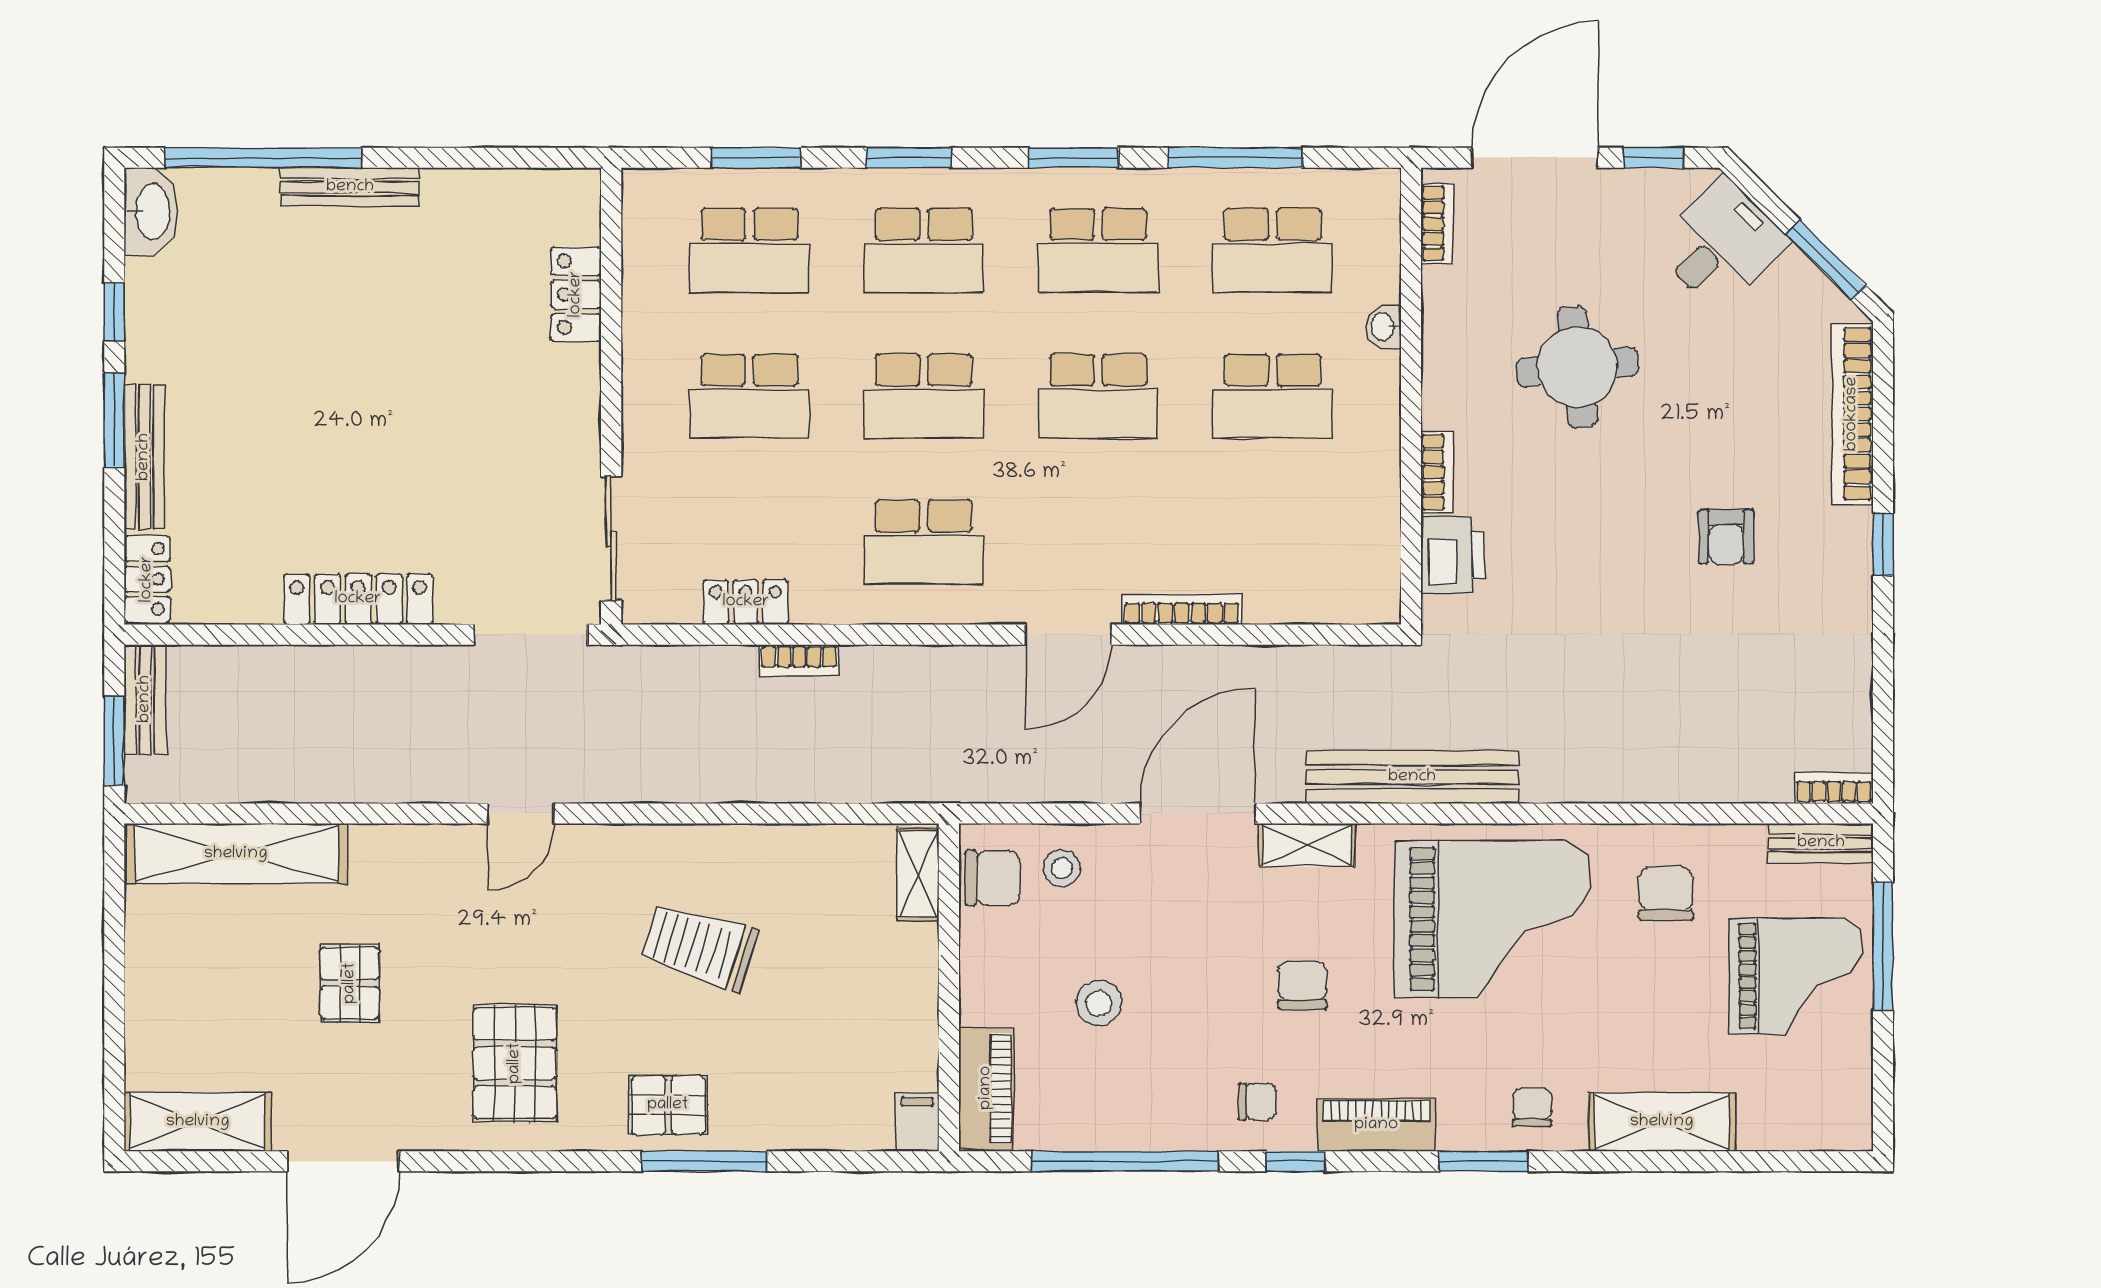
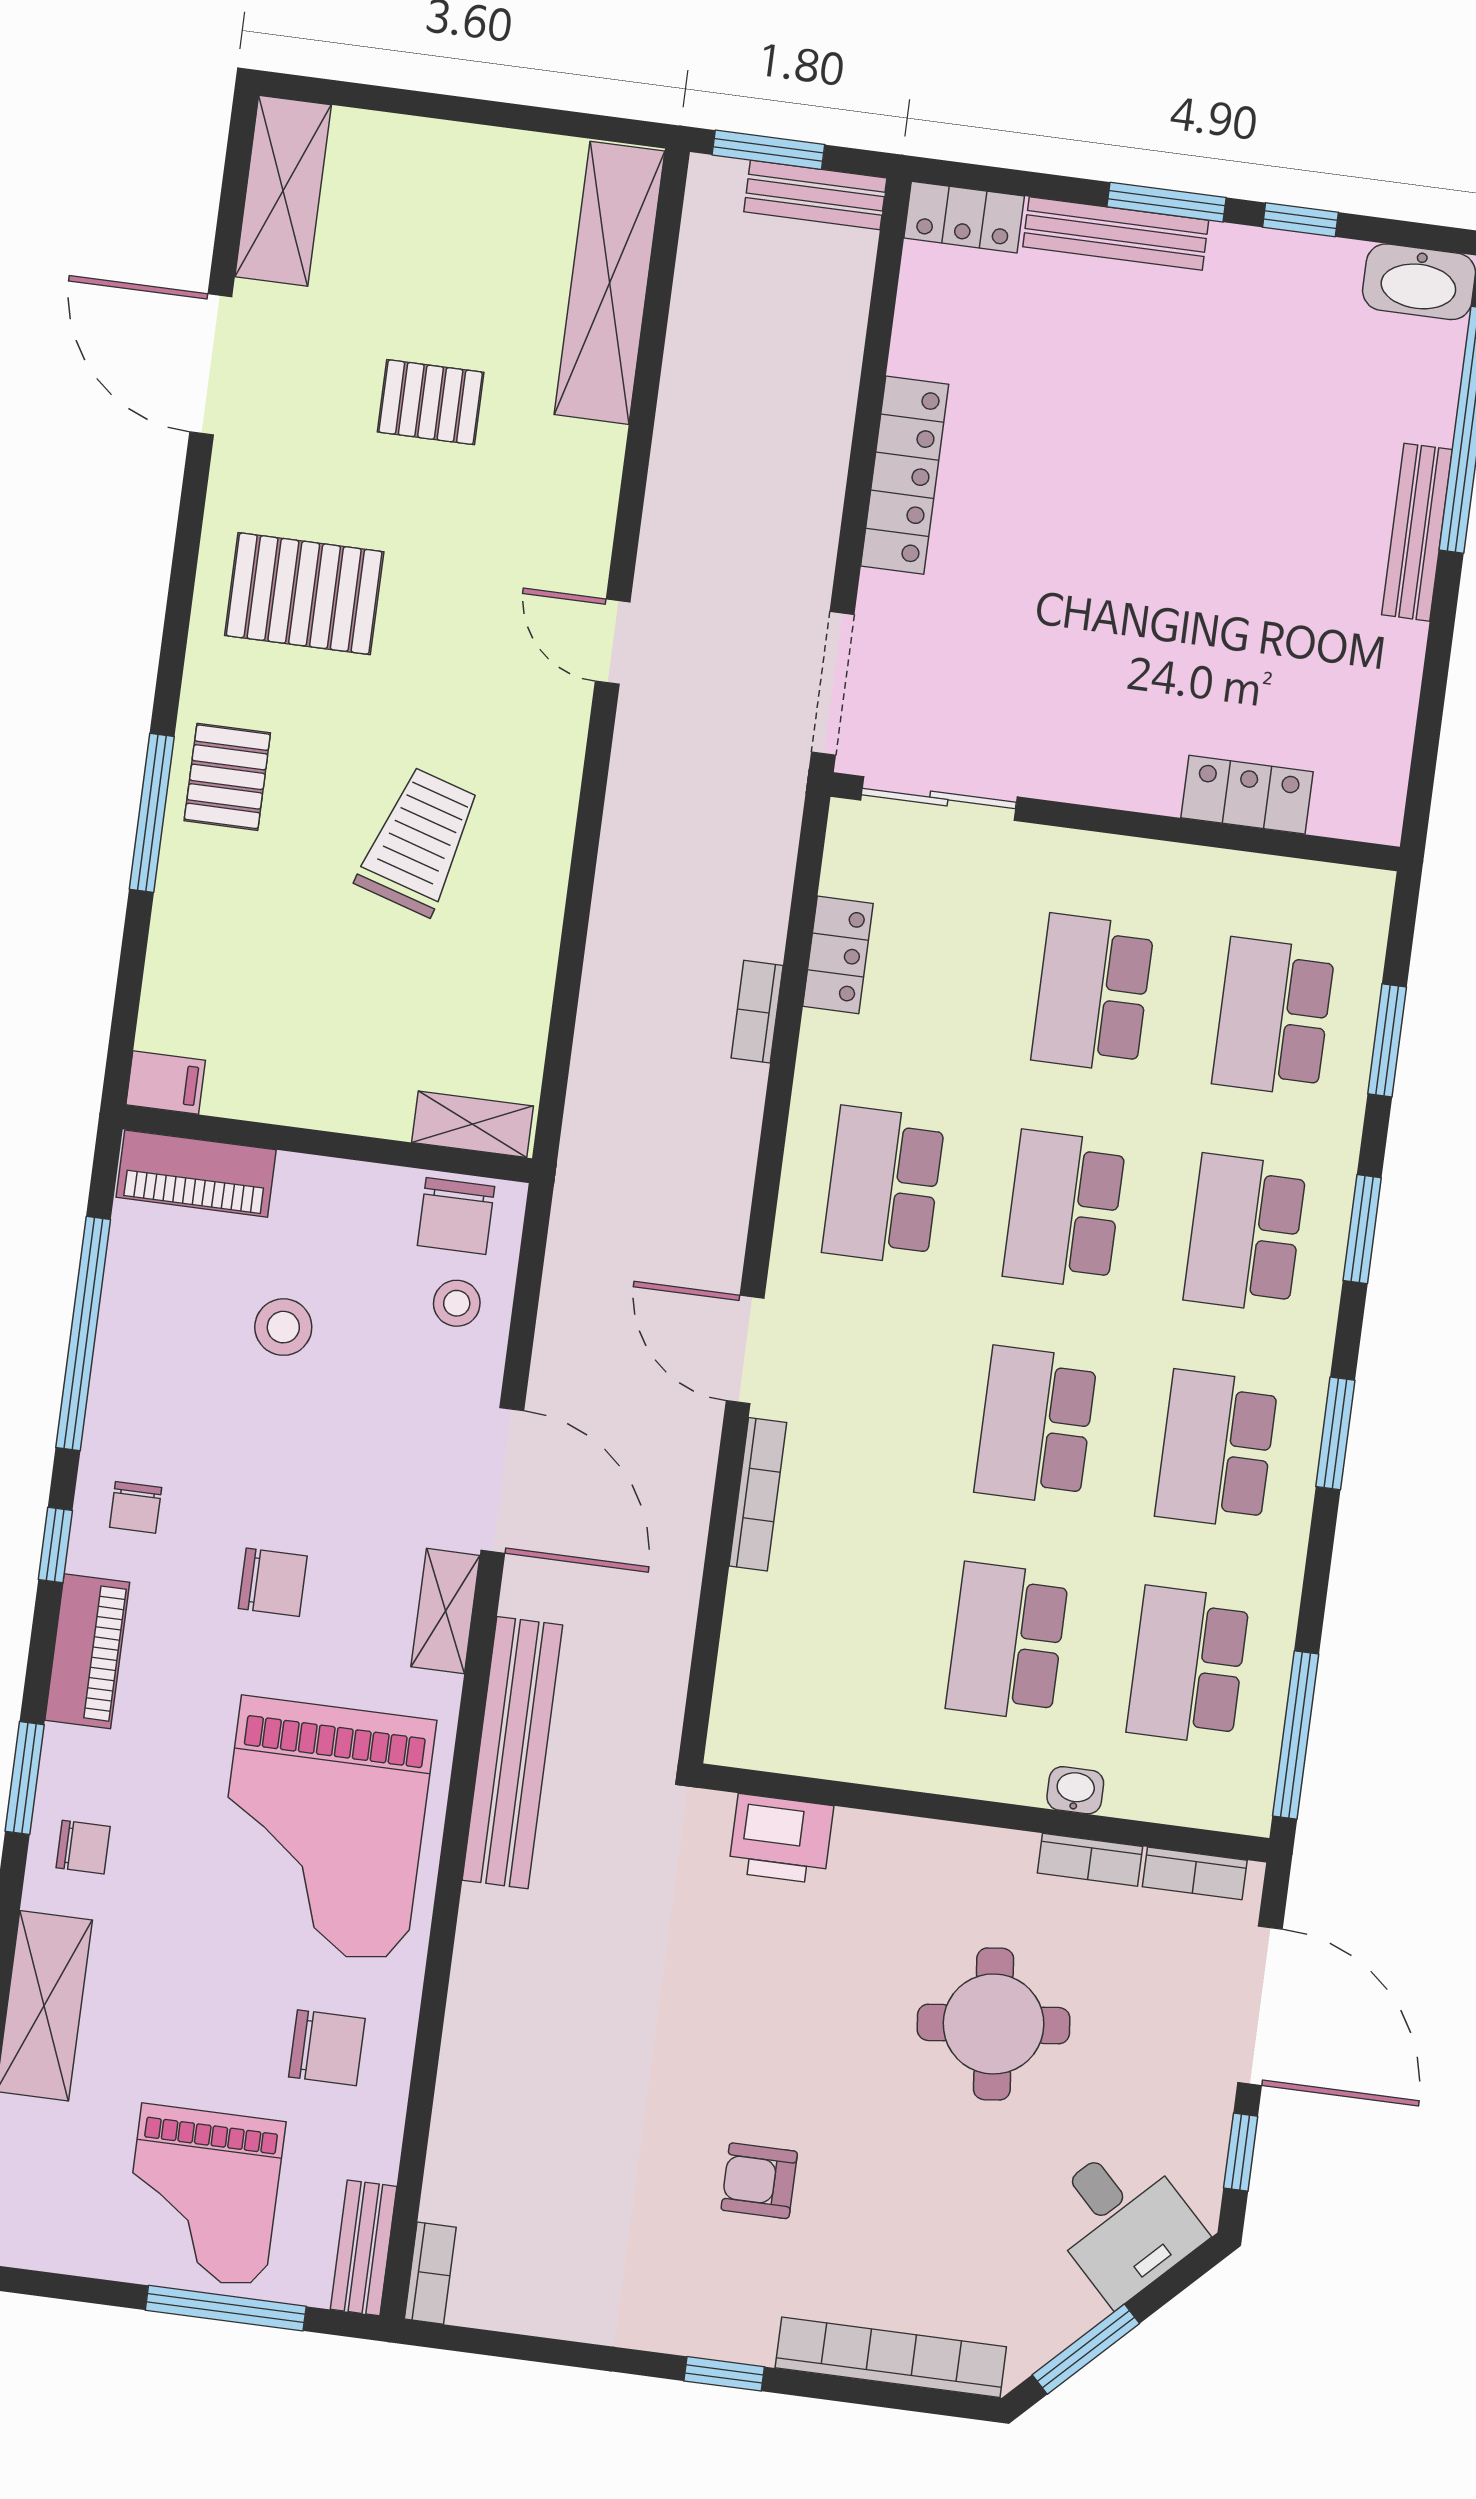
window: (1236, 158) -> (1296, 1735), moved
bookcase: (1437, 472) -> (1090, 1860), moved

